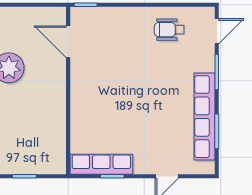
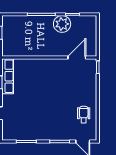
row of seats: (205, 117) -> (34, 135), removed

